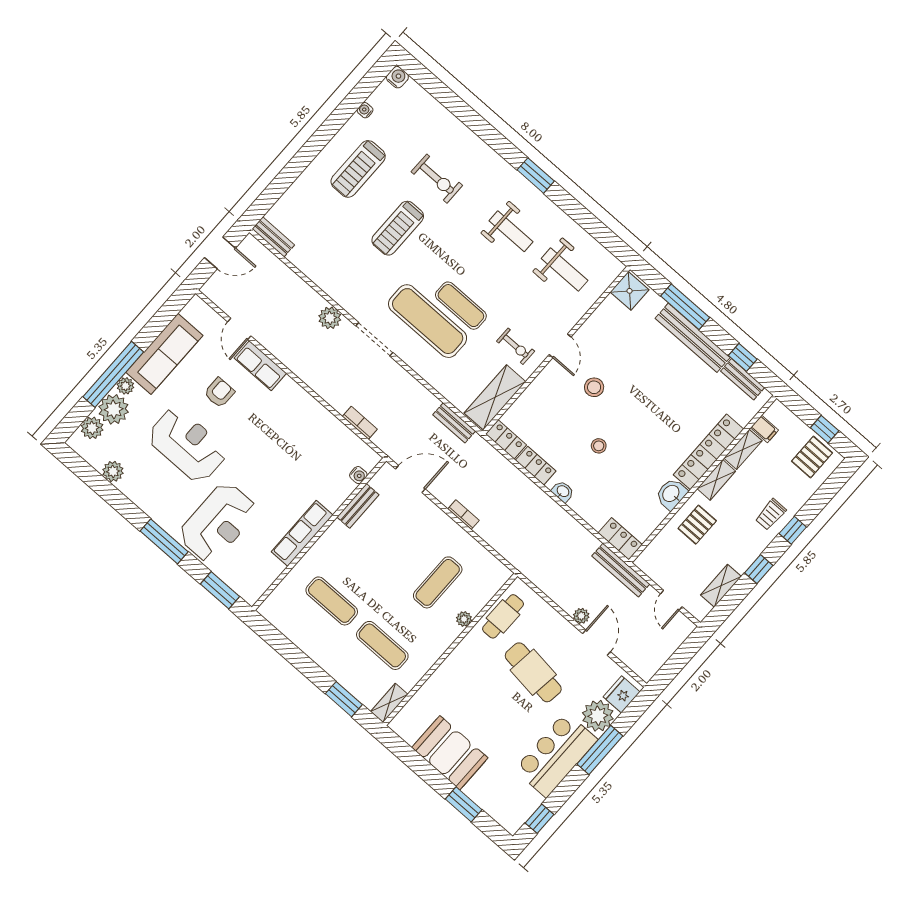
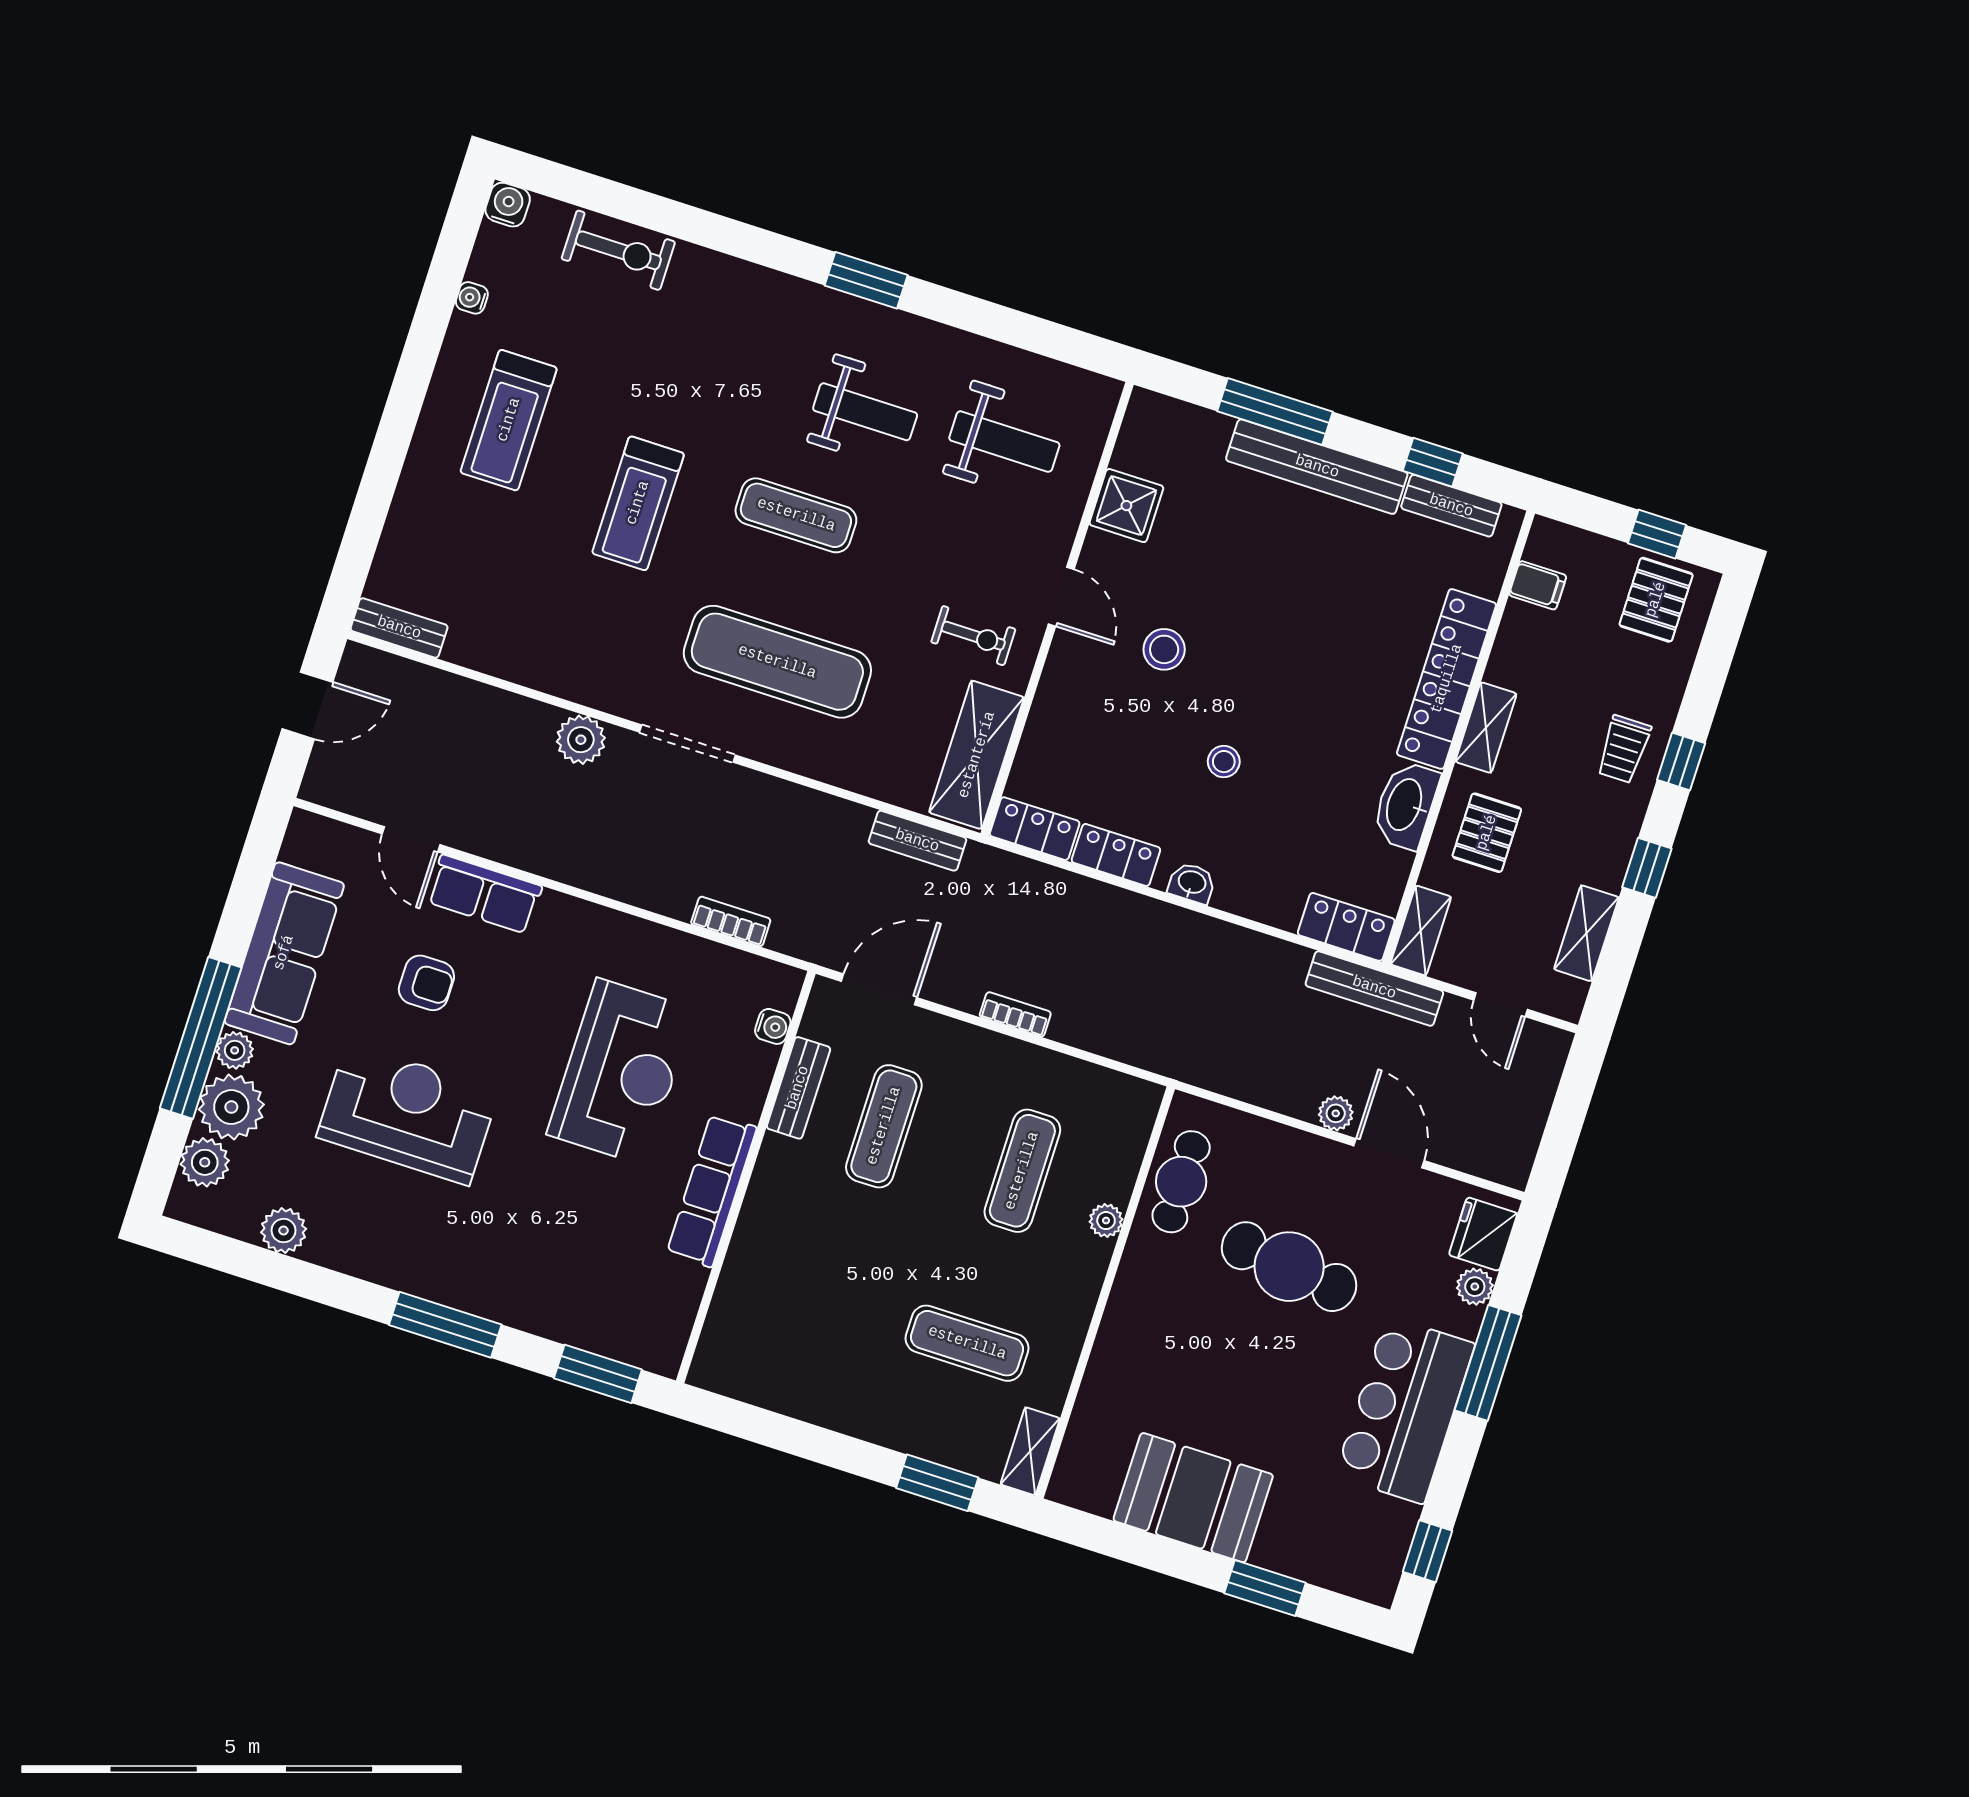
exercise bike: (437, 179) -> (618, 250), moved
shower: (630, 291) -> (1126, 506), moved
exercise mat: (461, 306) -> (796, 515), moved
armchair: (219, 393) -> (426, 983), turned 90
shelving: (743, 449) -> (1421, 930), moved
washbasin: (671, 494) -> (1405, 805), width x1.38
reception desk: (218, 523) -> (621, 1072), moved
exercise mat: (332, 601) -> (884, 1126), moved, turned 90
plant: (598, 716) -> (1475, 1287), width x0.53, depth x0.53

